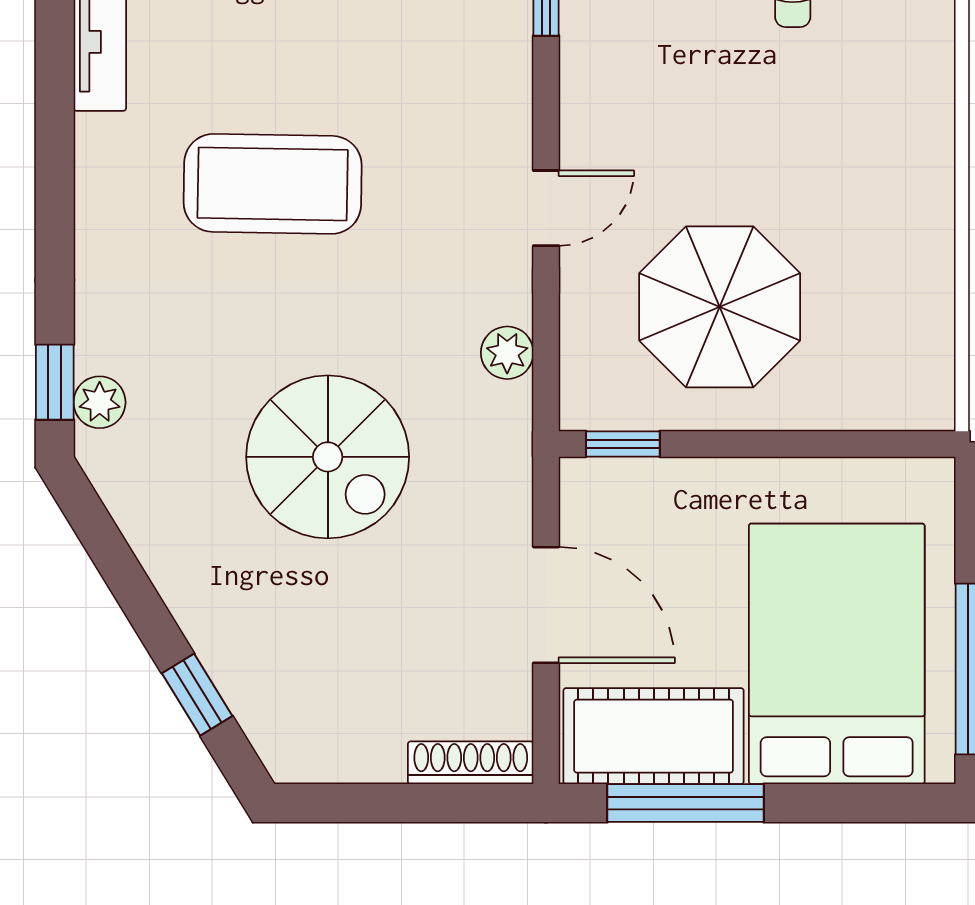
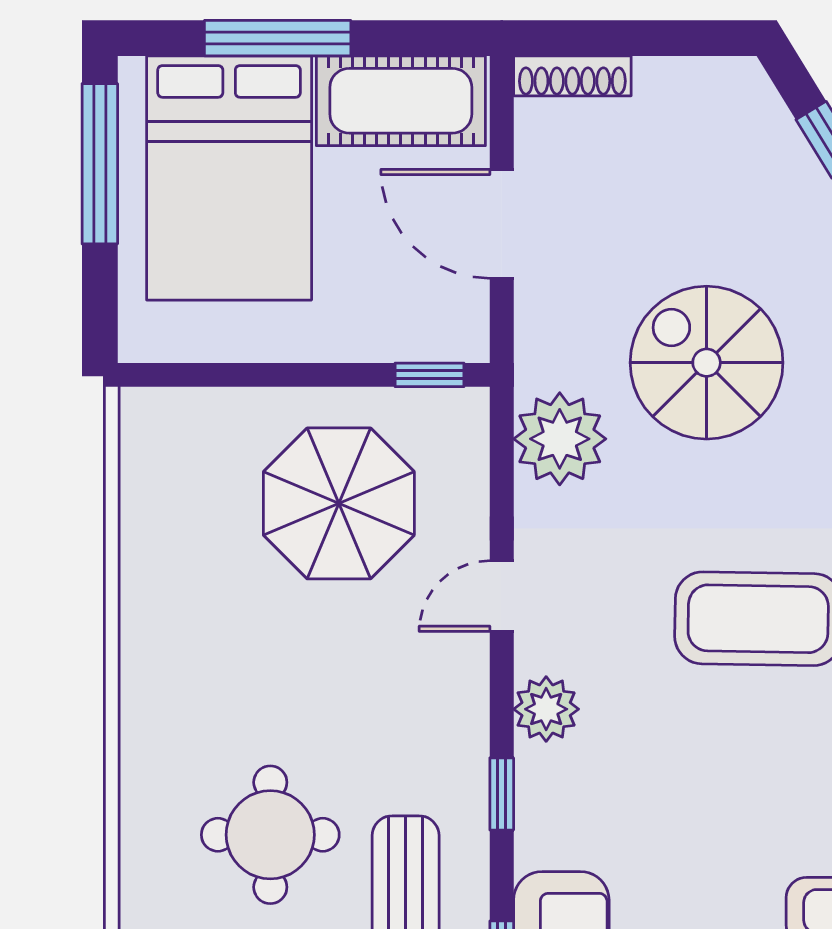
plant: (499, 88) -> (546, 709), added
plant: (507, 353) -> (560, 439), width x1.88, depth x1.88
window: (685, 803) -> (278, 38), moved

